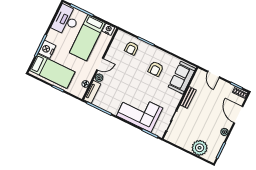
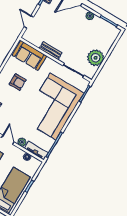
door: (214, 74) -> (29, 22), swing flipped
corner sofa: (140, 112) -> (53, 106), width x1.36, depth x1.36
plant: (200, 148) -> (96, 58), moved

